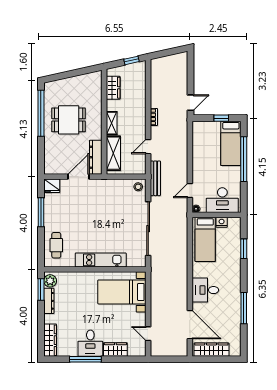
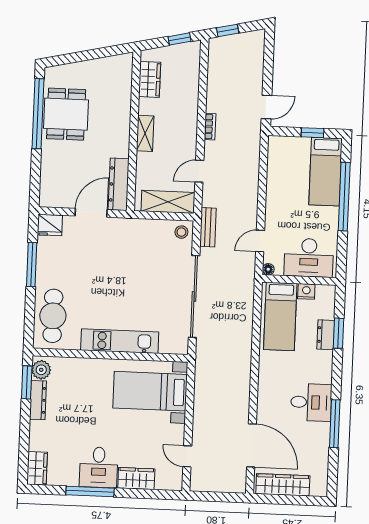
window: (163, 53) -> (228, 30), added
dining table: (69, 120) -> (66, 114), moved, turned 90
shelving: (113, 153) -> (168, 202), moved, turned 90
bench: (155, 178) -> (208, 227), width x0.73
cafe table: (56, 245) -> (53, 316), width x1.37, depth x1.35
dresser: (235, 250) -> (326, 335), added
desk: (205, 290) -> (311, 402), moved, turned 180
wardrobe: (50, 340) -> (37, 468), width x0.67

